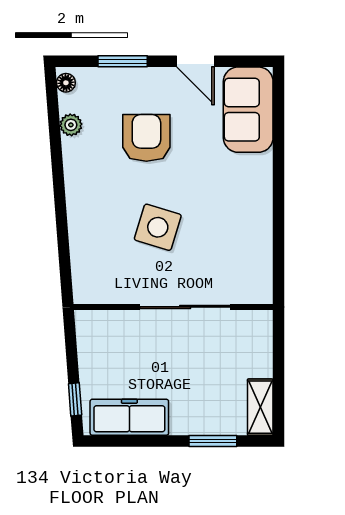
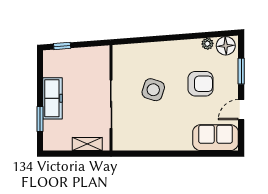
floor lamp: (66, 83) -> (226, 46), width x1.89, depth x1.89
shelving: (260, 407) -> (87, 144), moved
freezer: (129, 417) -> (53, 98), moved

